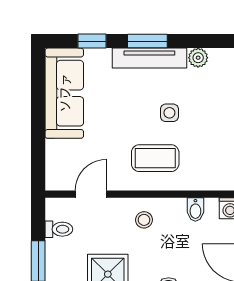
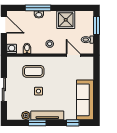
window: (147, 41) -> (37, 123), moved
coffee table: (155, 158) -> (33, 71), moved
door: (91, 194) -> (73, 55), swing flipped

